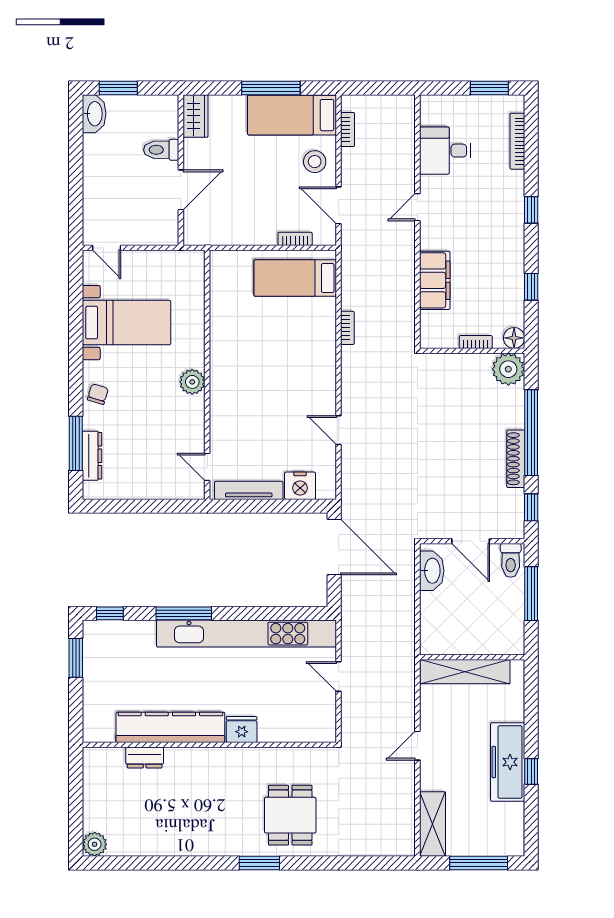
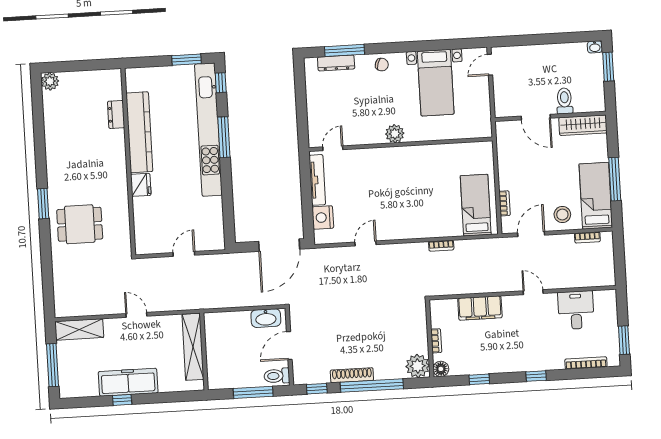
washbasin: (94, 114) -> (595, 47), width x0.52, depth x0.69
wardrobe: (195, 116) -> (583, 125), width x1.50
kitchen unit: (246, 634) -> (208, 130), moved

